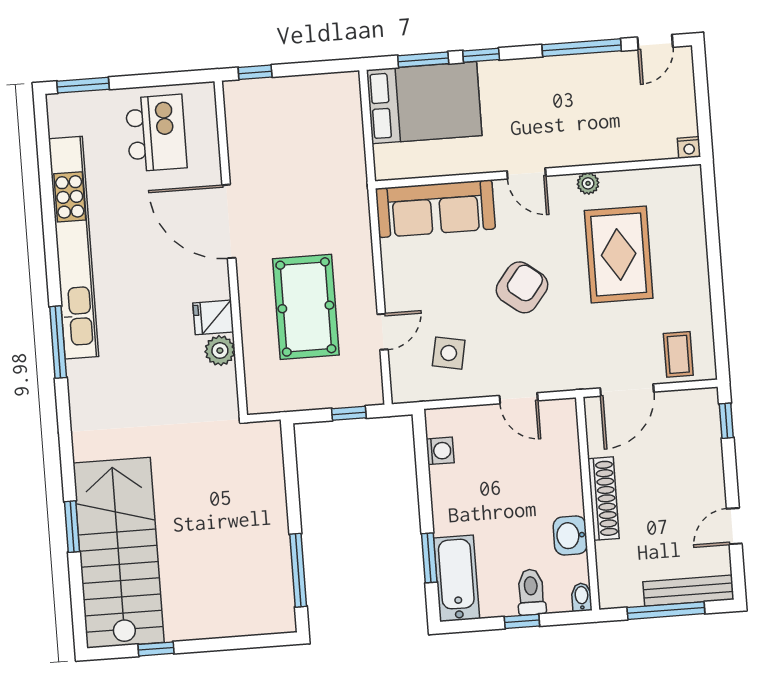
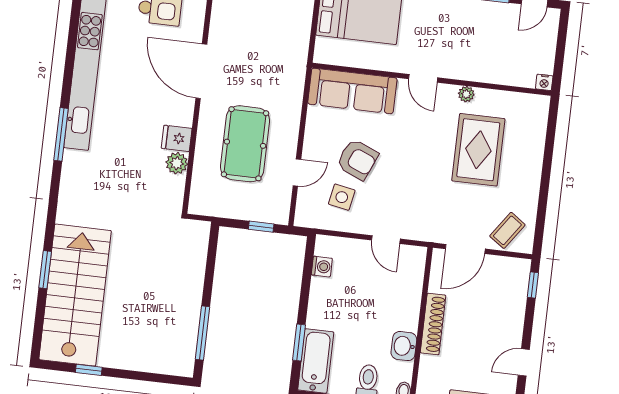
armchair: (522, 287) -> (357, 160), moved, turned 75
coffee table: (678, 354) -> (507, 230), turned 35

